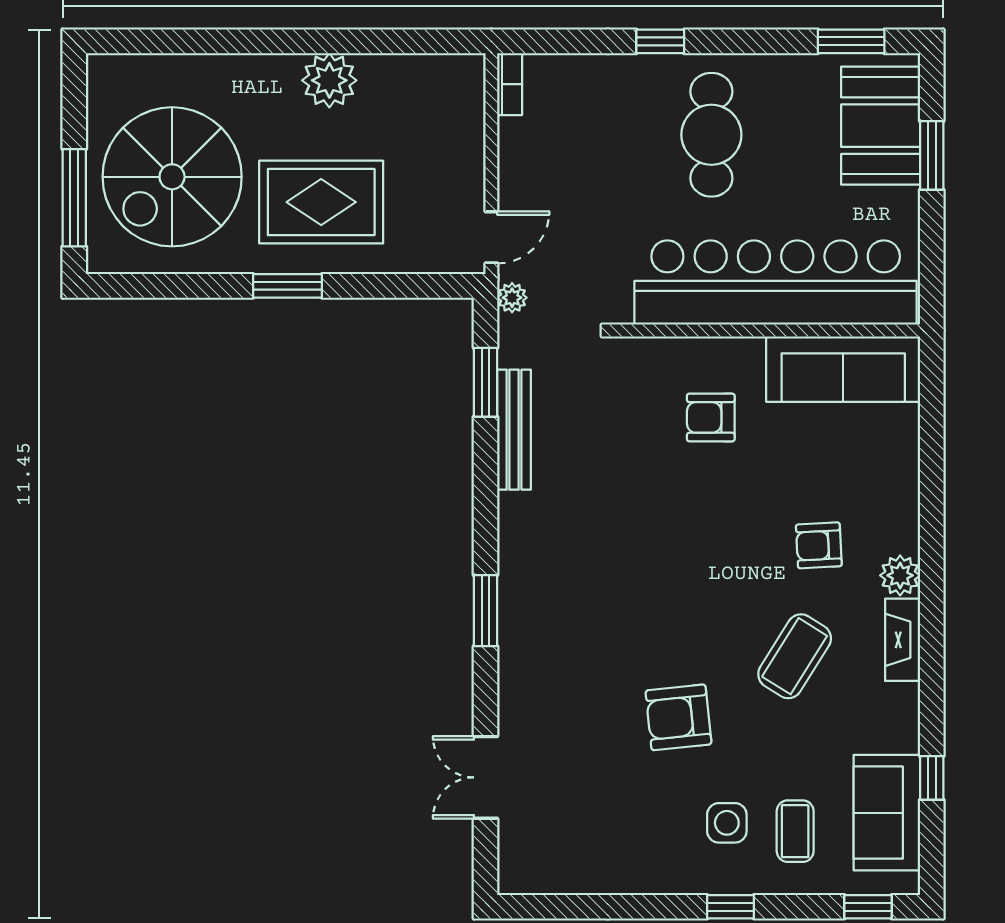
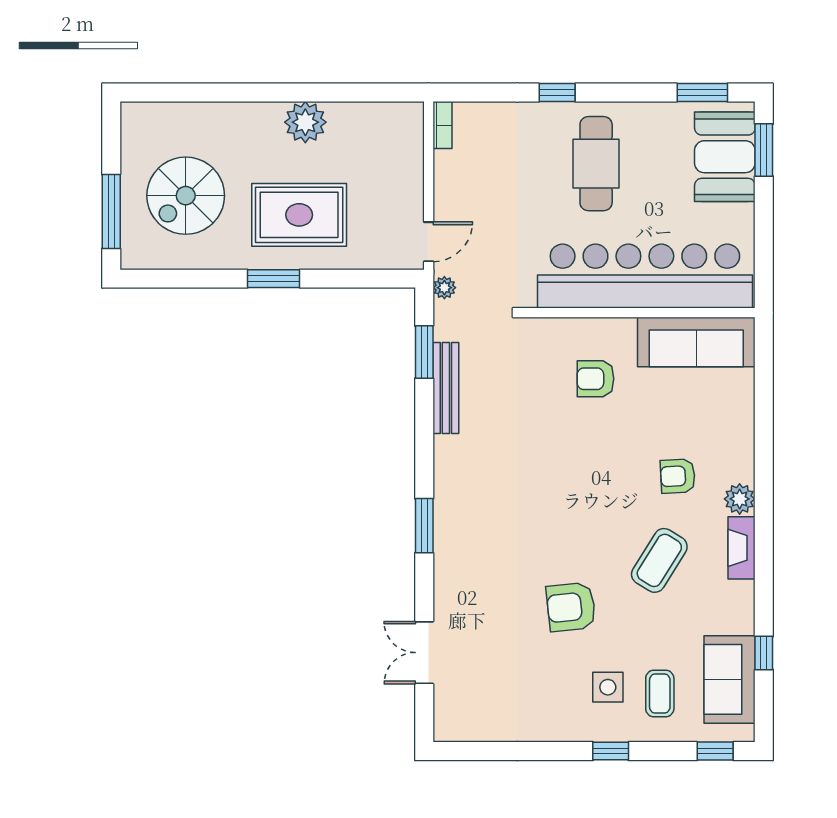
window: (932, 155) -> (764, 150), moved
spiral stairs: (172, 177) -> (186, 196), width x0.73, depth x0.73

